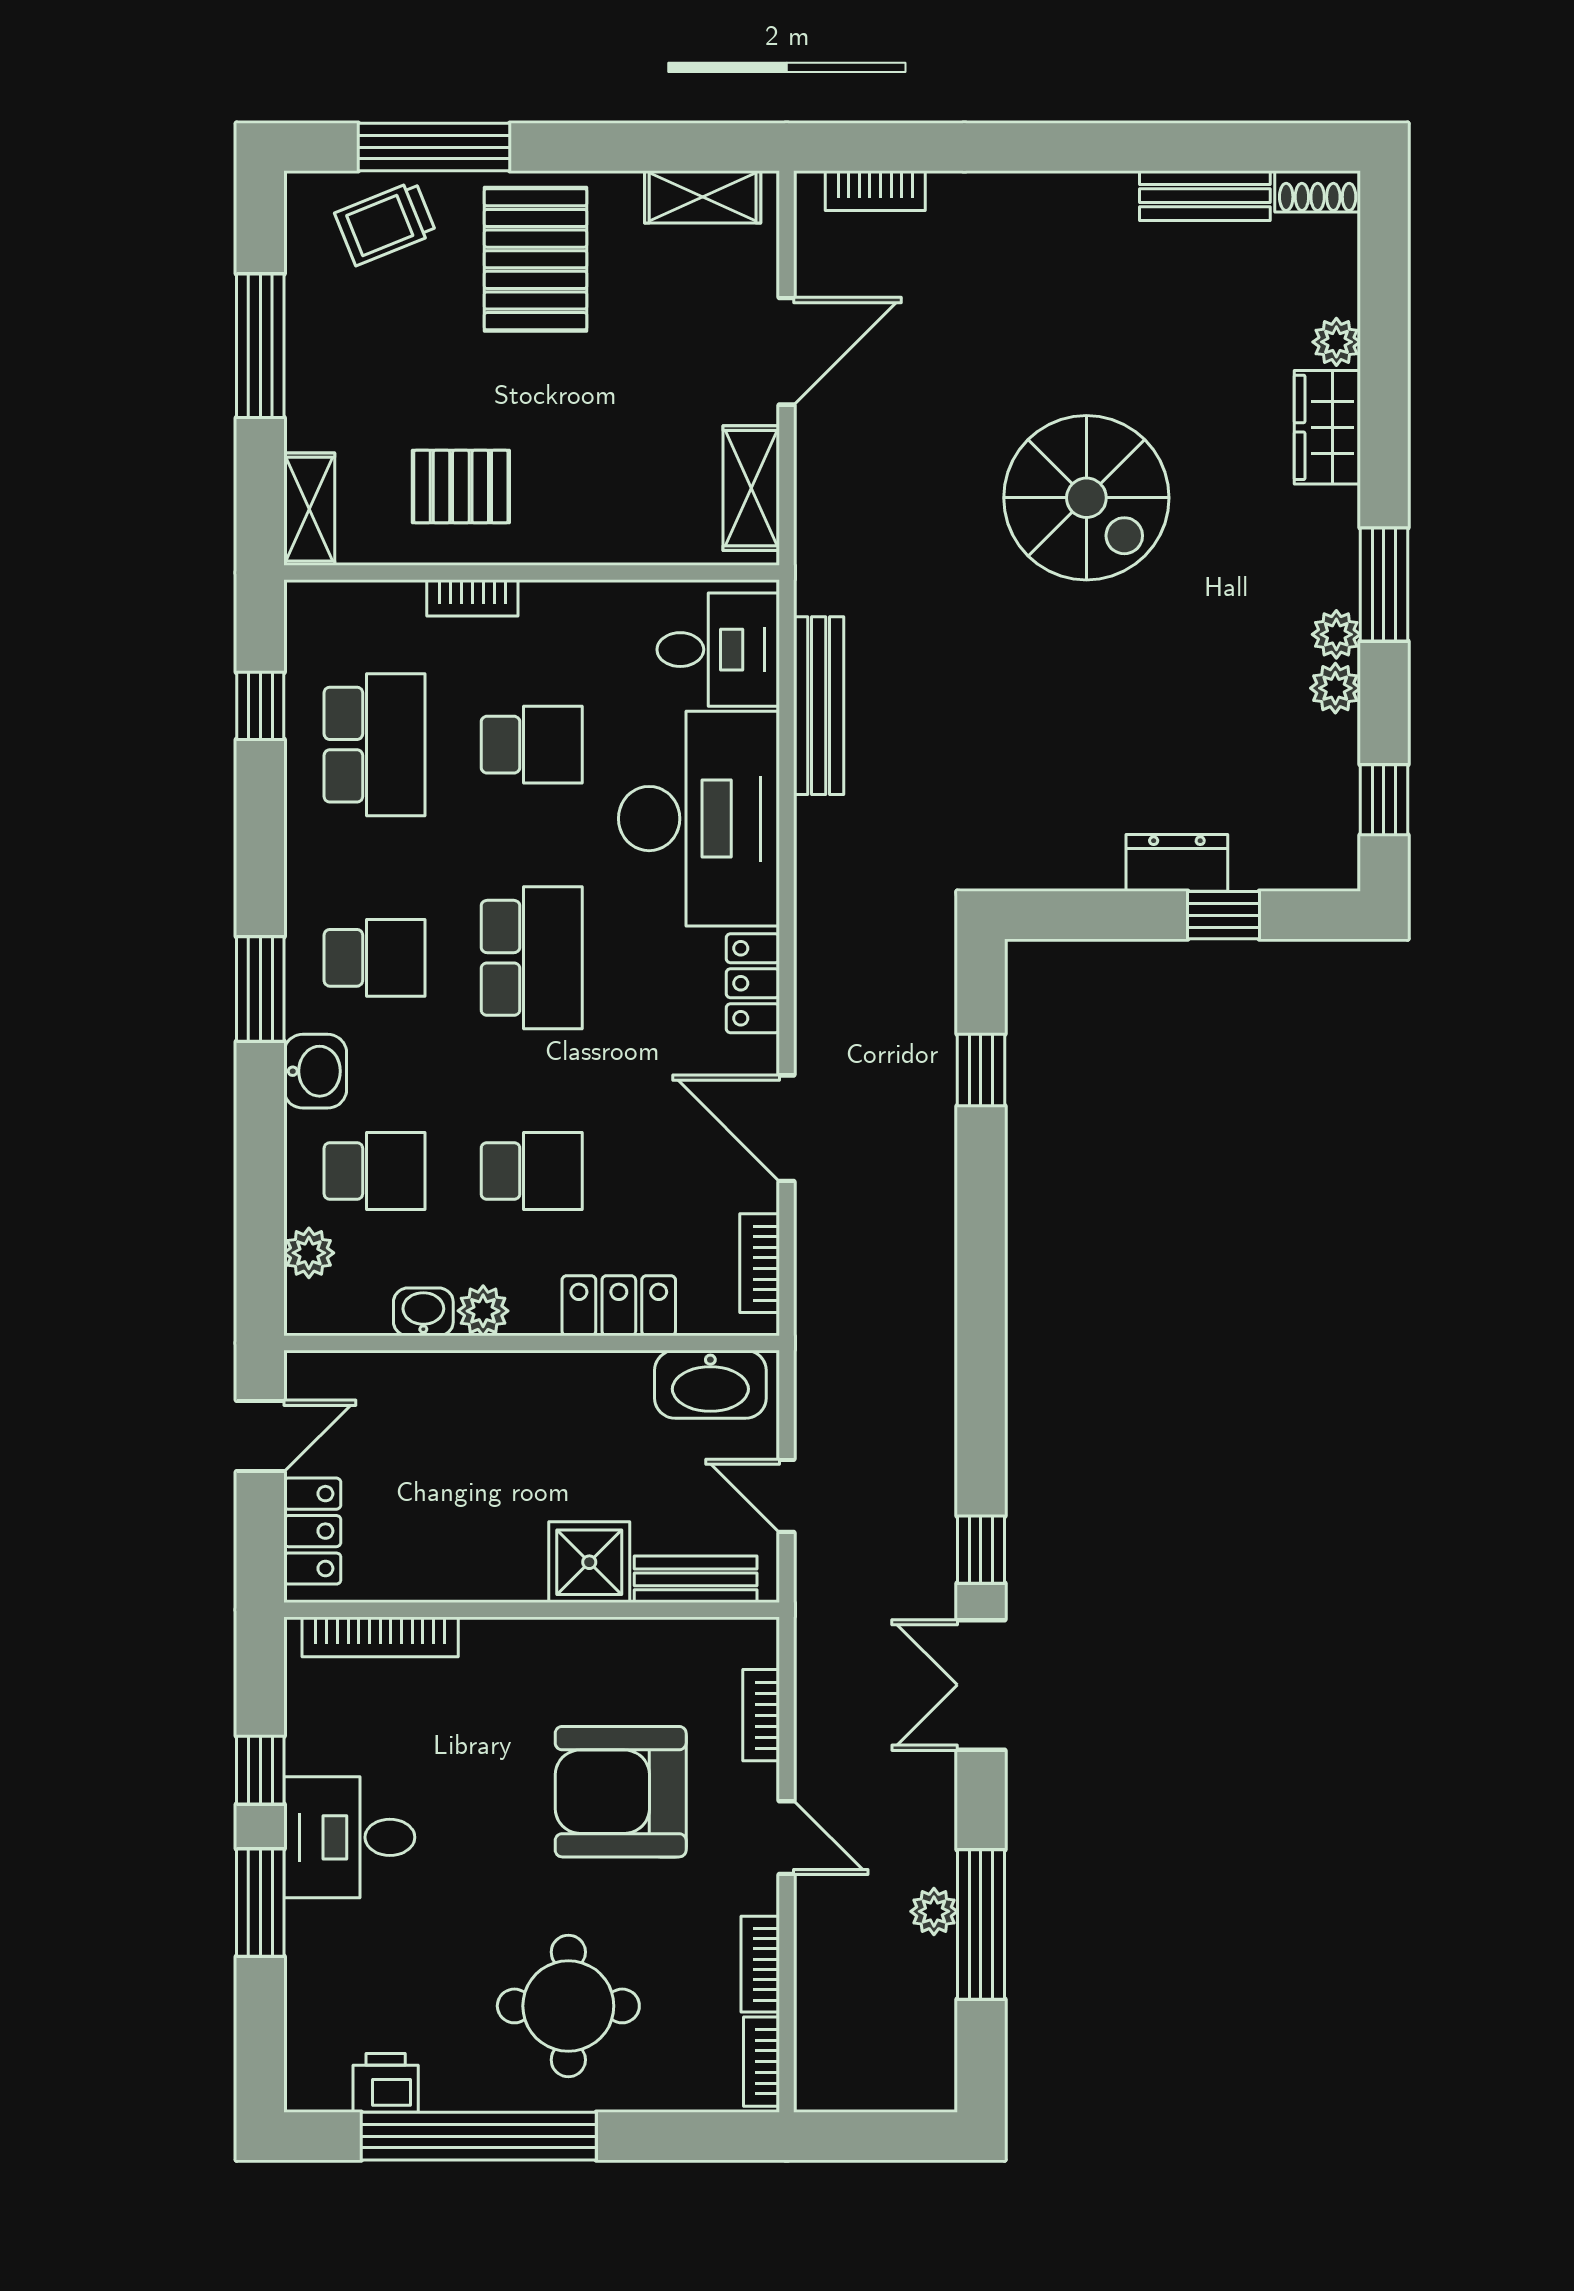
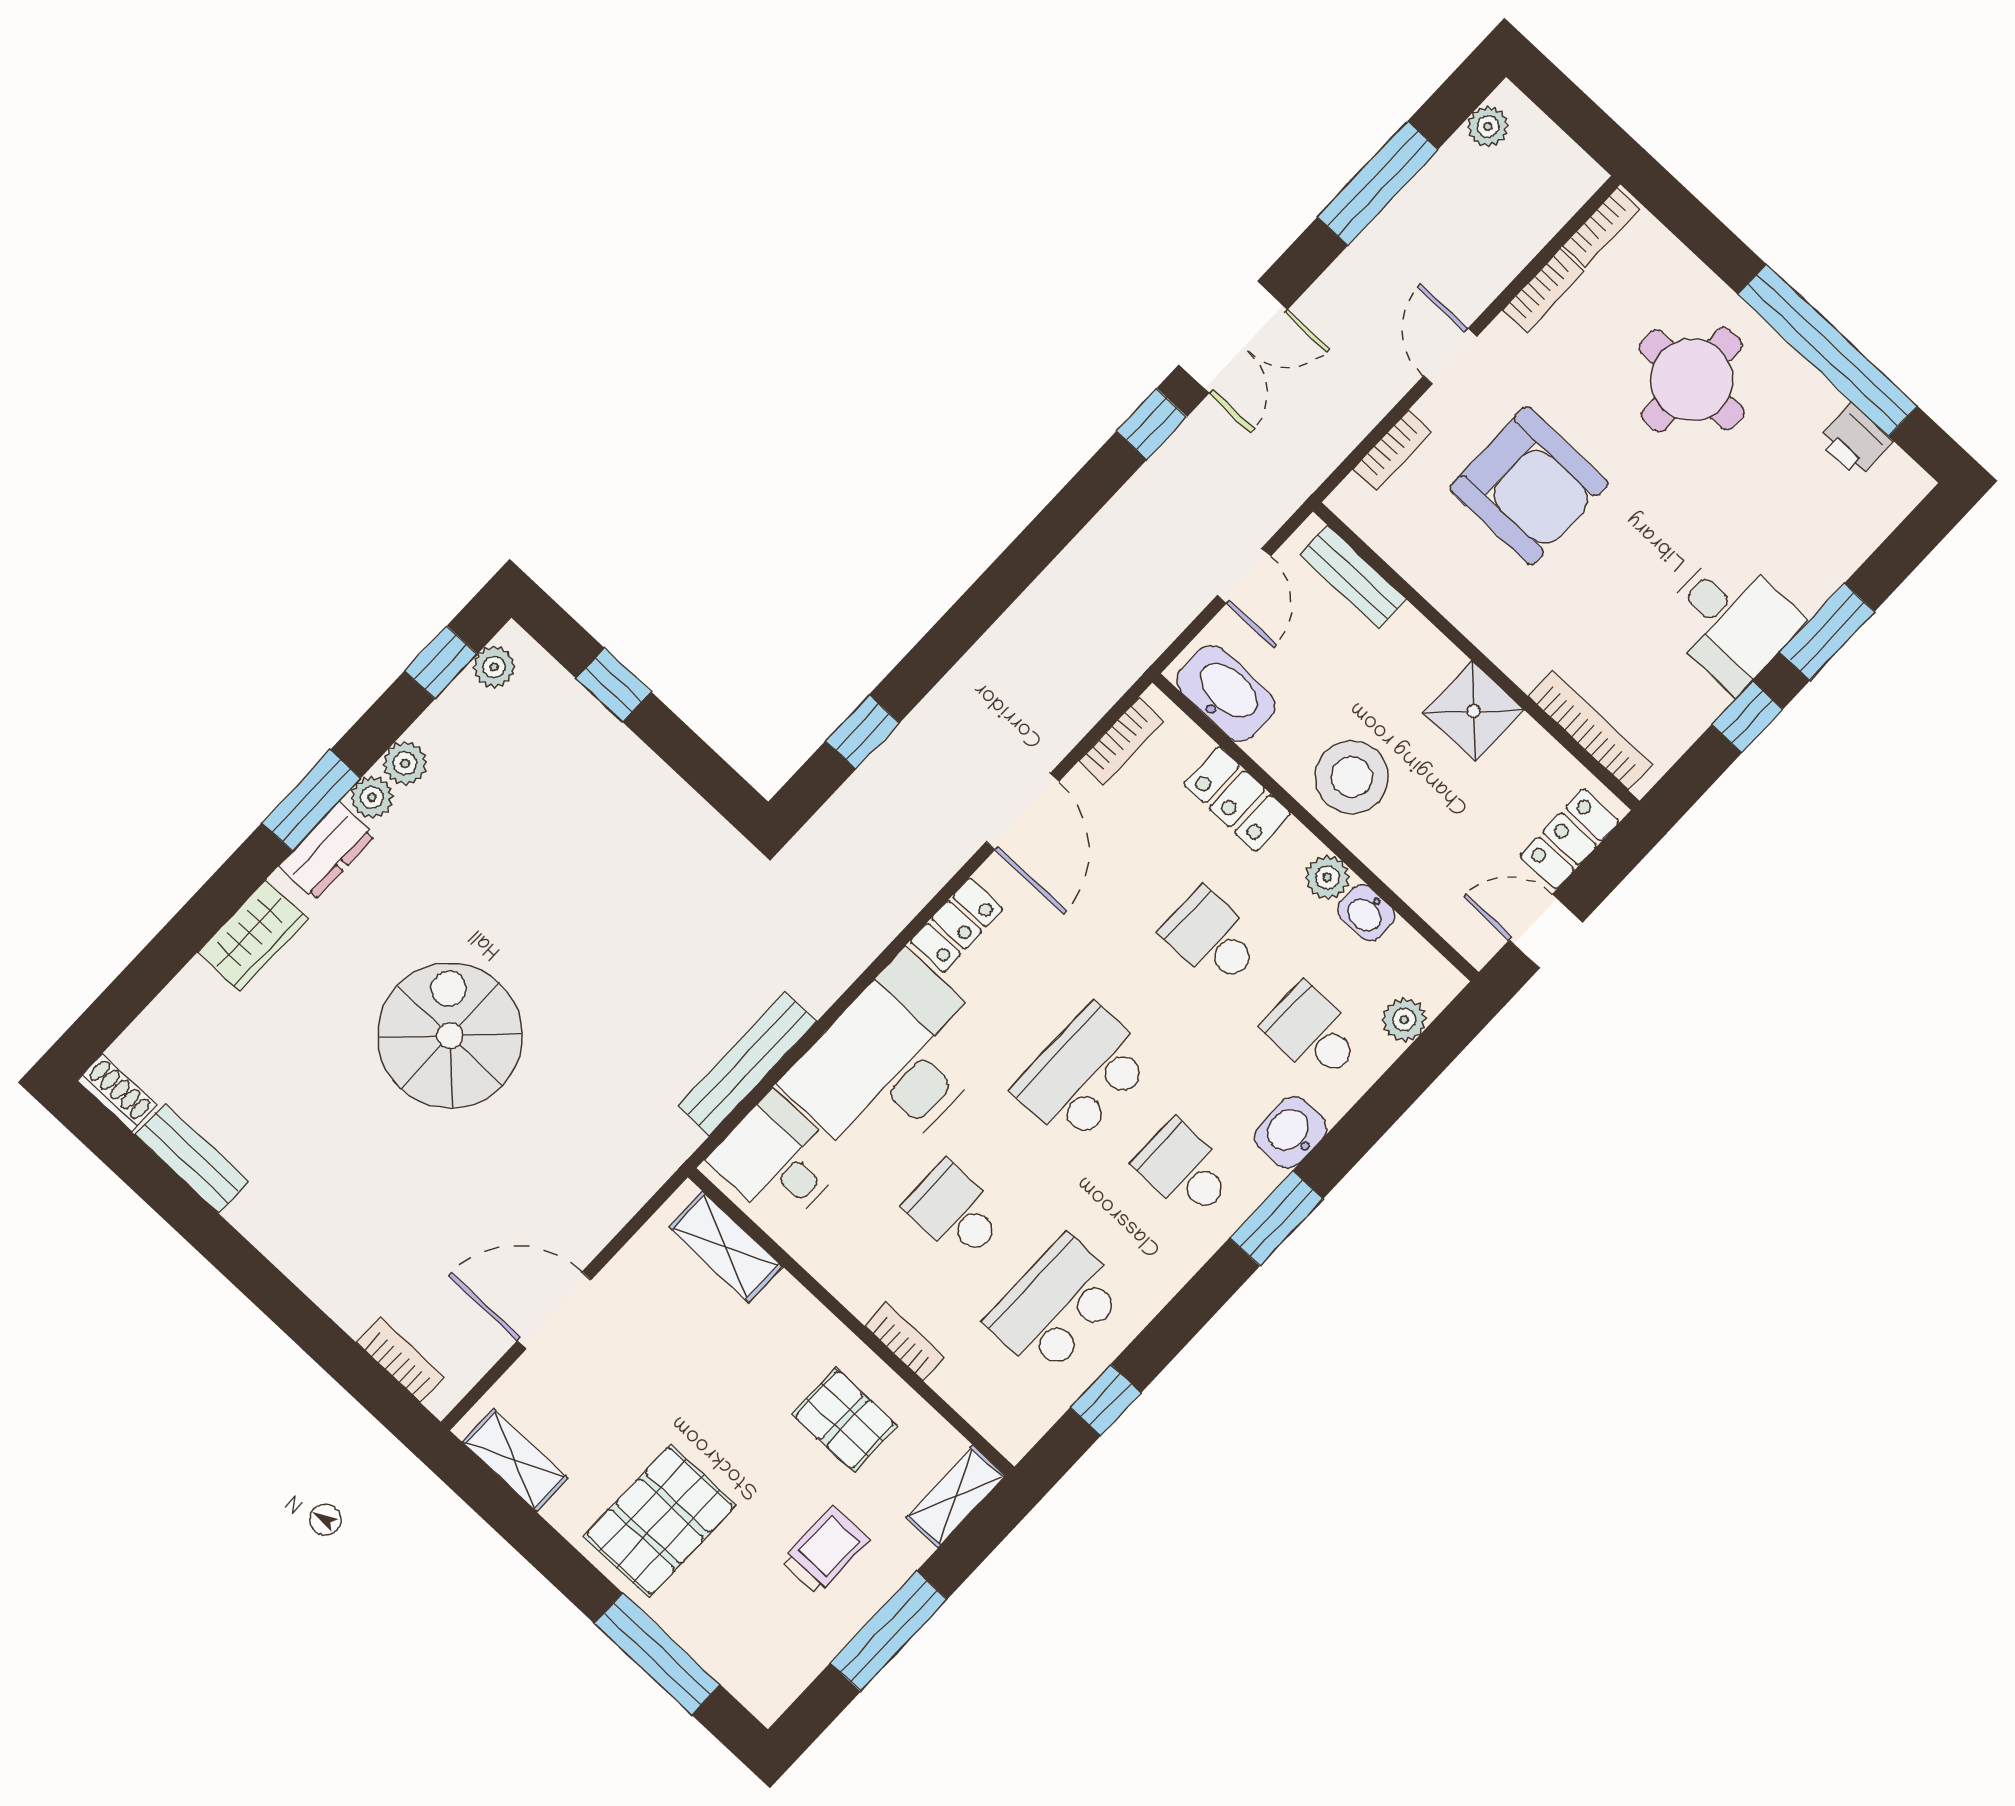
trolley: (385, 223) -> (825, 1550), moved, turned -68
plant: (1336, 342) -> (494, 667), moved
shelving: (751, 488) -> (725, 1247), moved, turned 90
dresser: (1177, 863) -> (327, 851), moved, turned -90
stool: (541, 1413) -> (1351, 777), added
shower: (589, 1562) -> (1474, 711), moved
plant: (934, 1911) -> (1488, 126), moved

